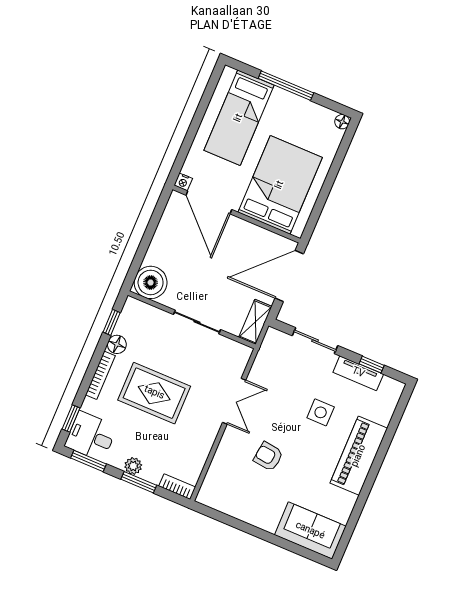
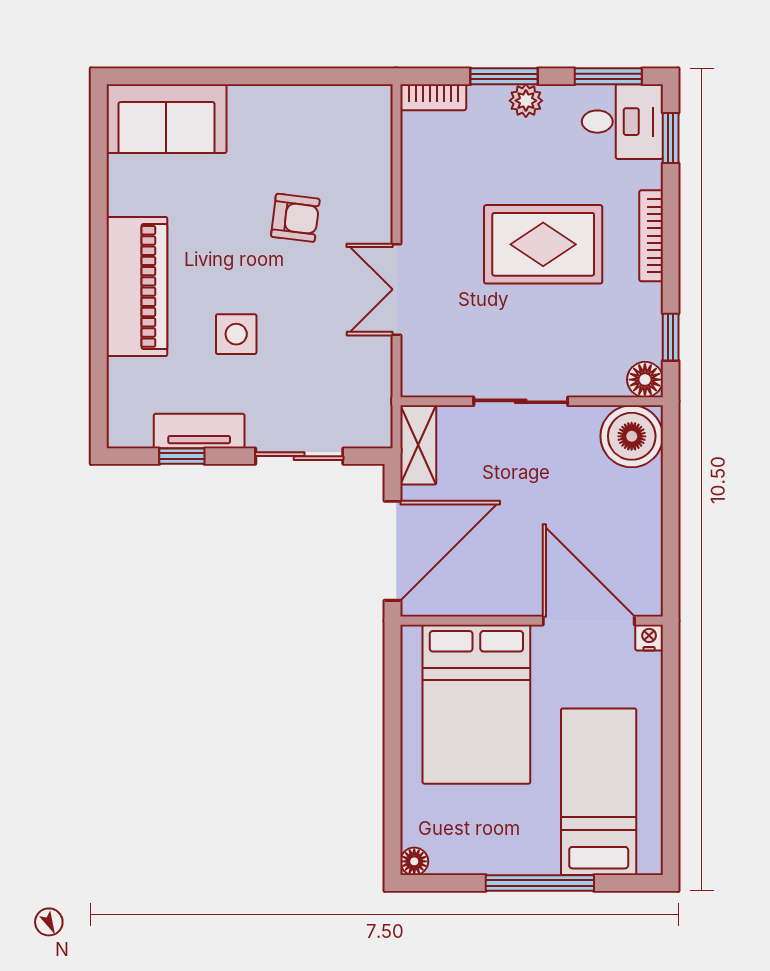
floor lamp: (117, 344) -> (645, 380), moved

